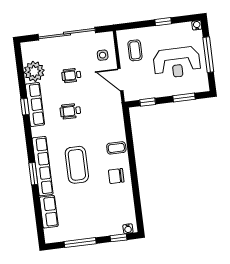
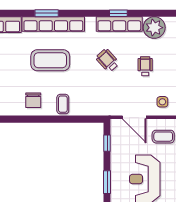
door: (120, 80) -> (134, 117), swing flipped
wheelchair: (70, 111) -> (108, 60), turned -42
chair: (116, 176) -> (33, 100), turned 180

